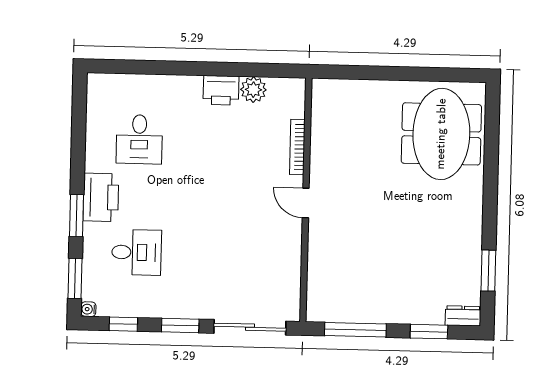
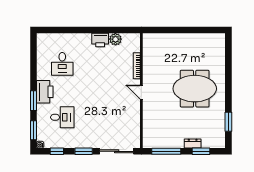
meeting table: (441, 134) -> (195, 89), moved, turned 90
dresser: (463, 316) -> (193, 143), moved

